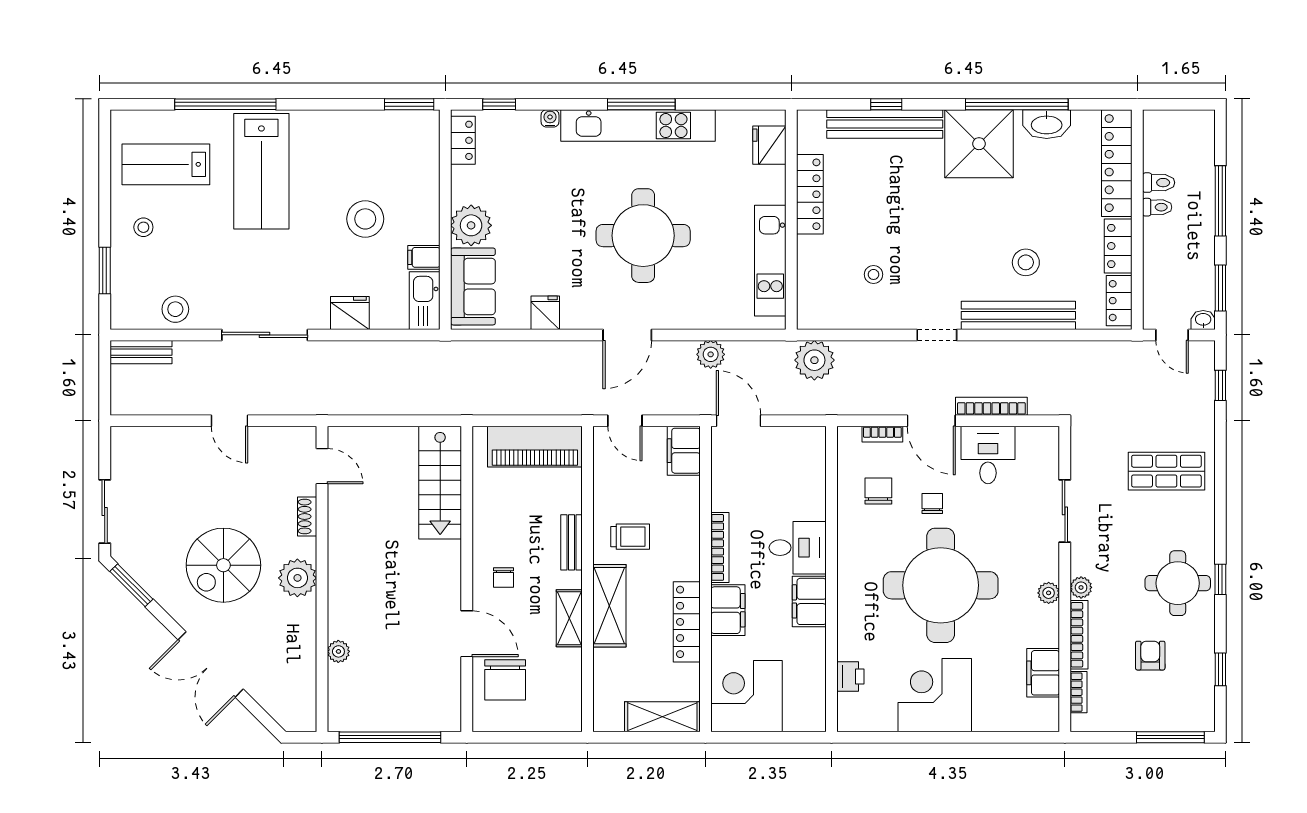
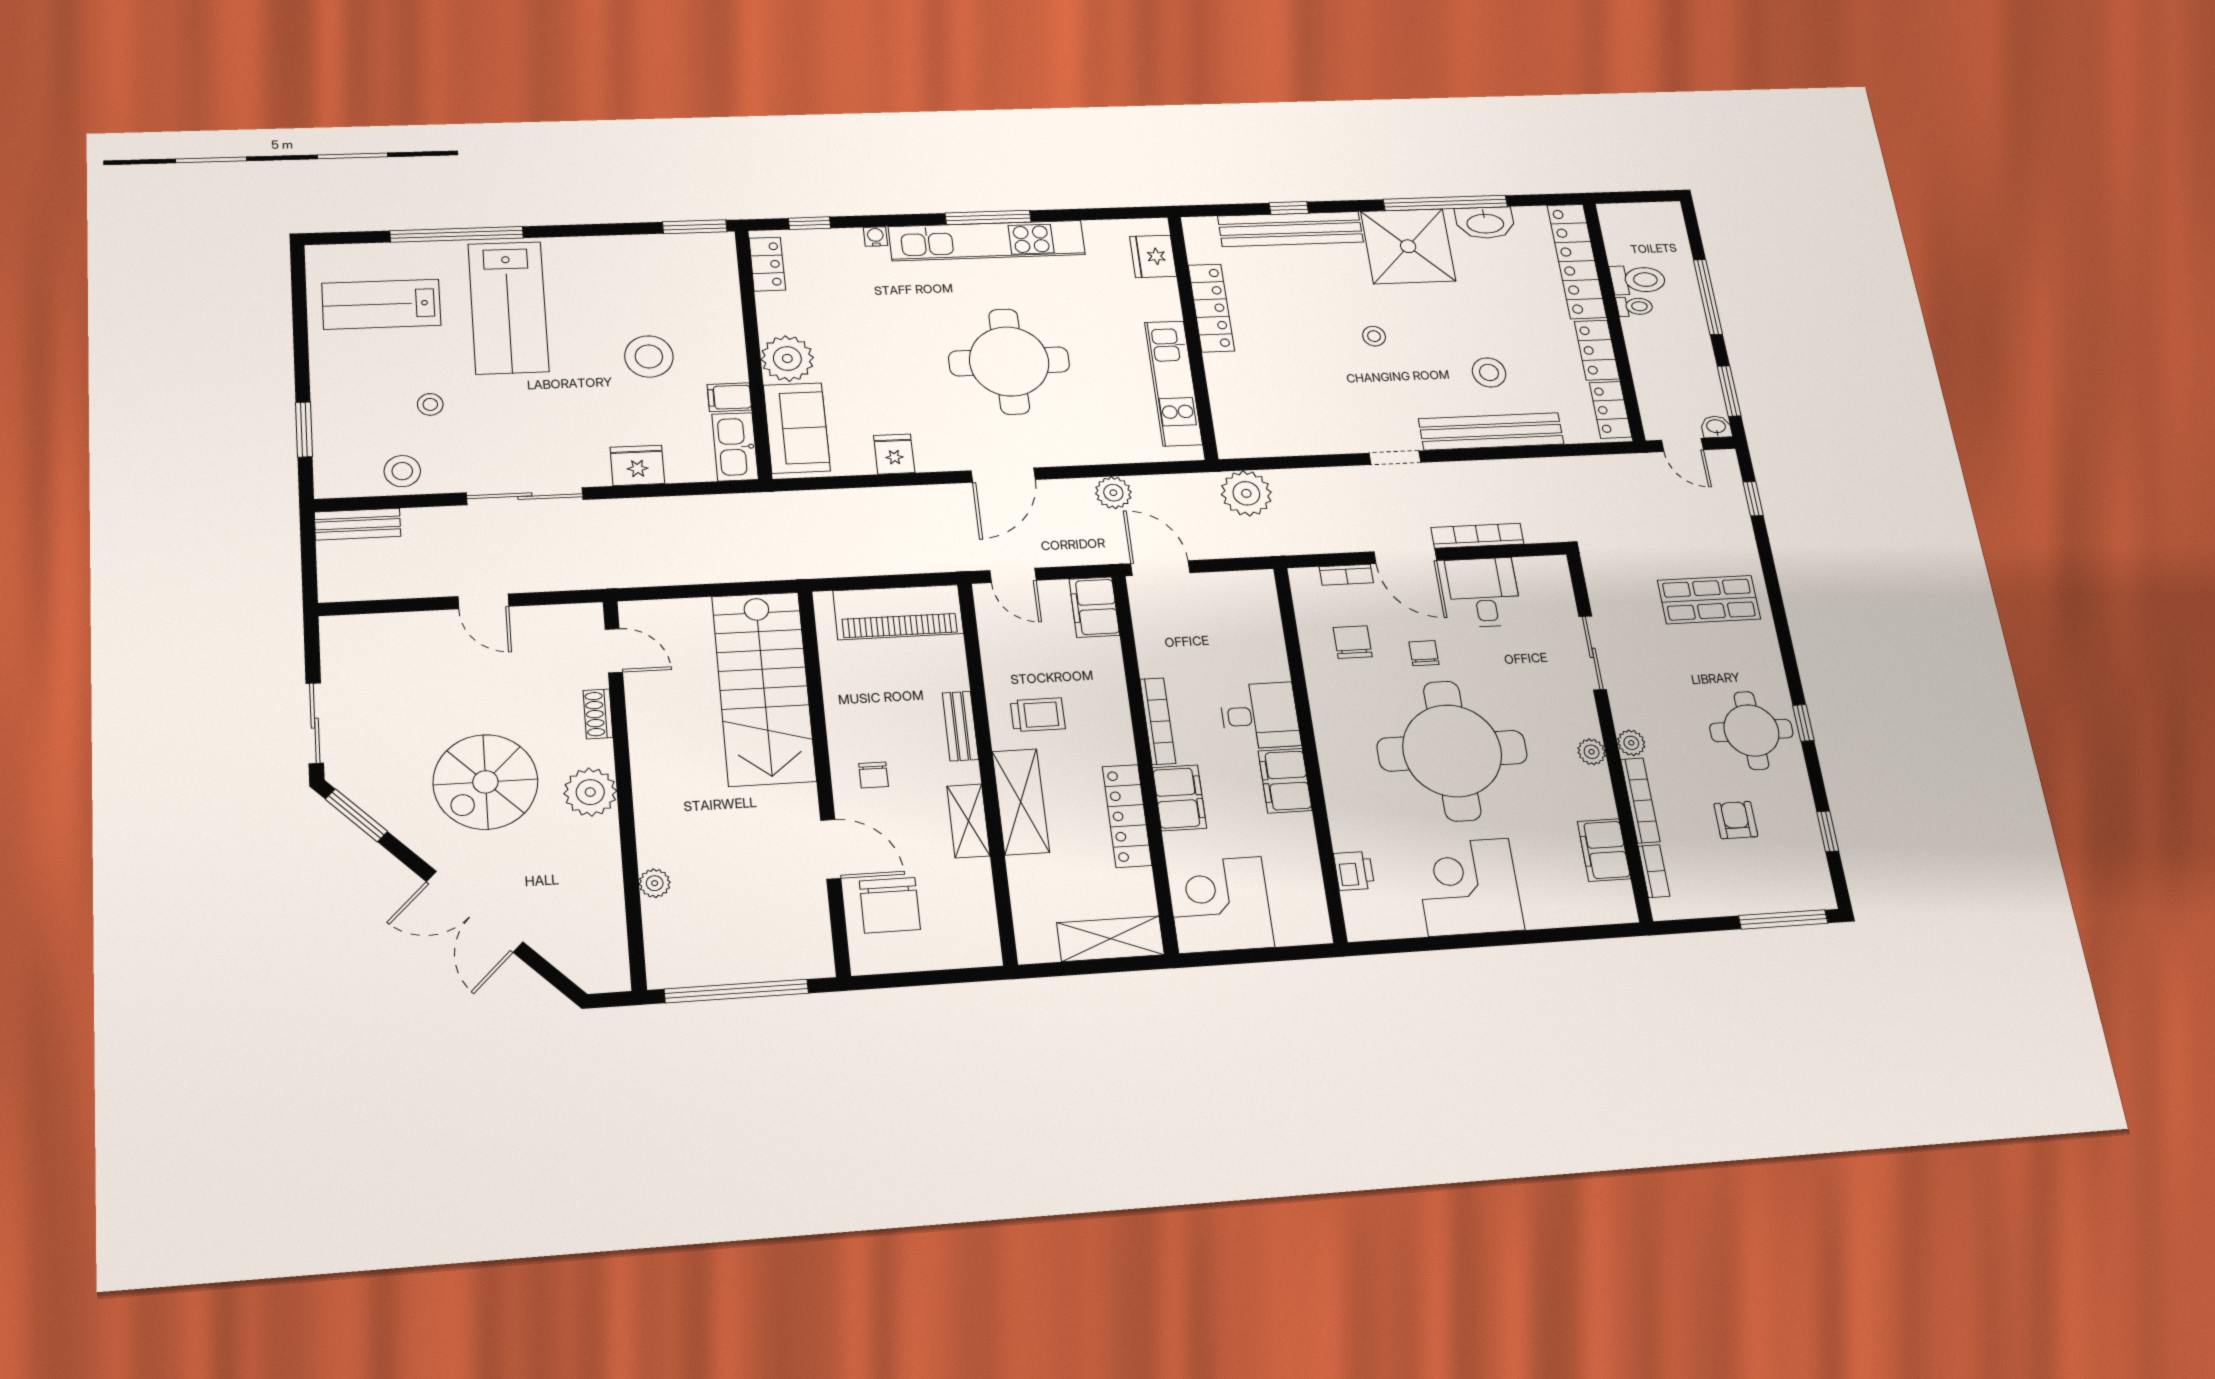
toilet: (1159, 183) -> (1638, 280), width x1.37, depth x1.39
stool: (143, 227) -> (430, 404), moved
stool: (873, 274) -> (1374, 336), moved
stairs: (440, 483) -> (764, 688), width x1.36, depth x1.51

